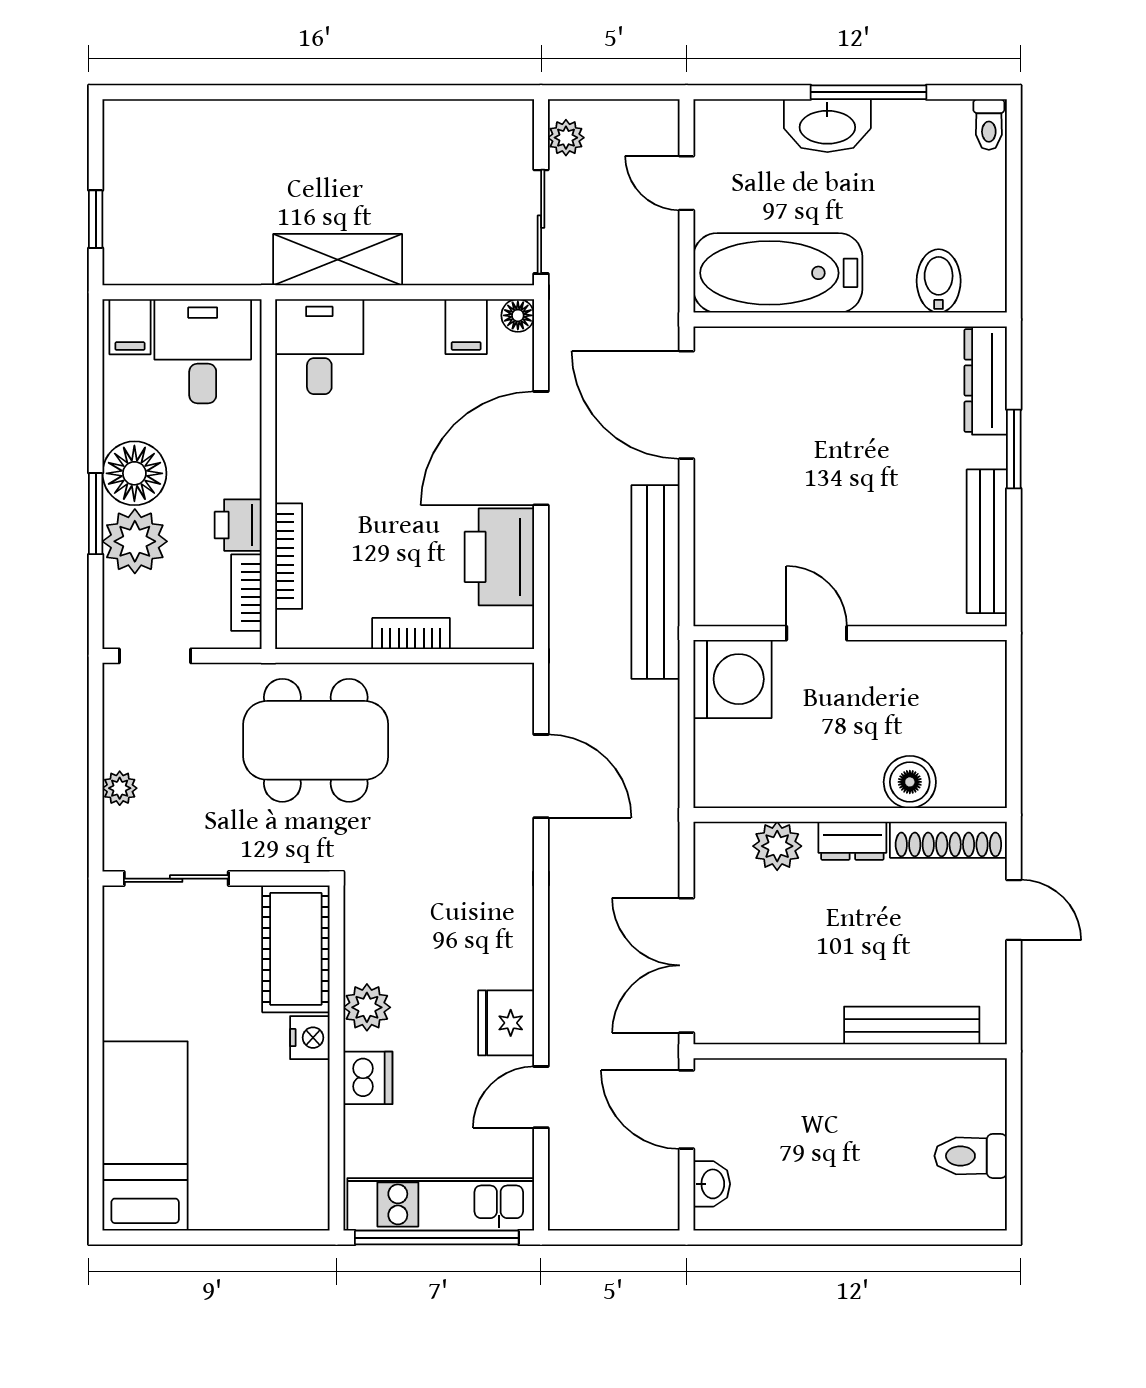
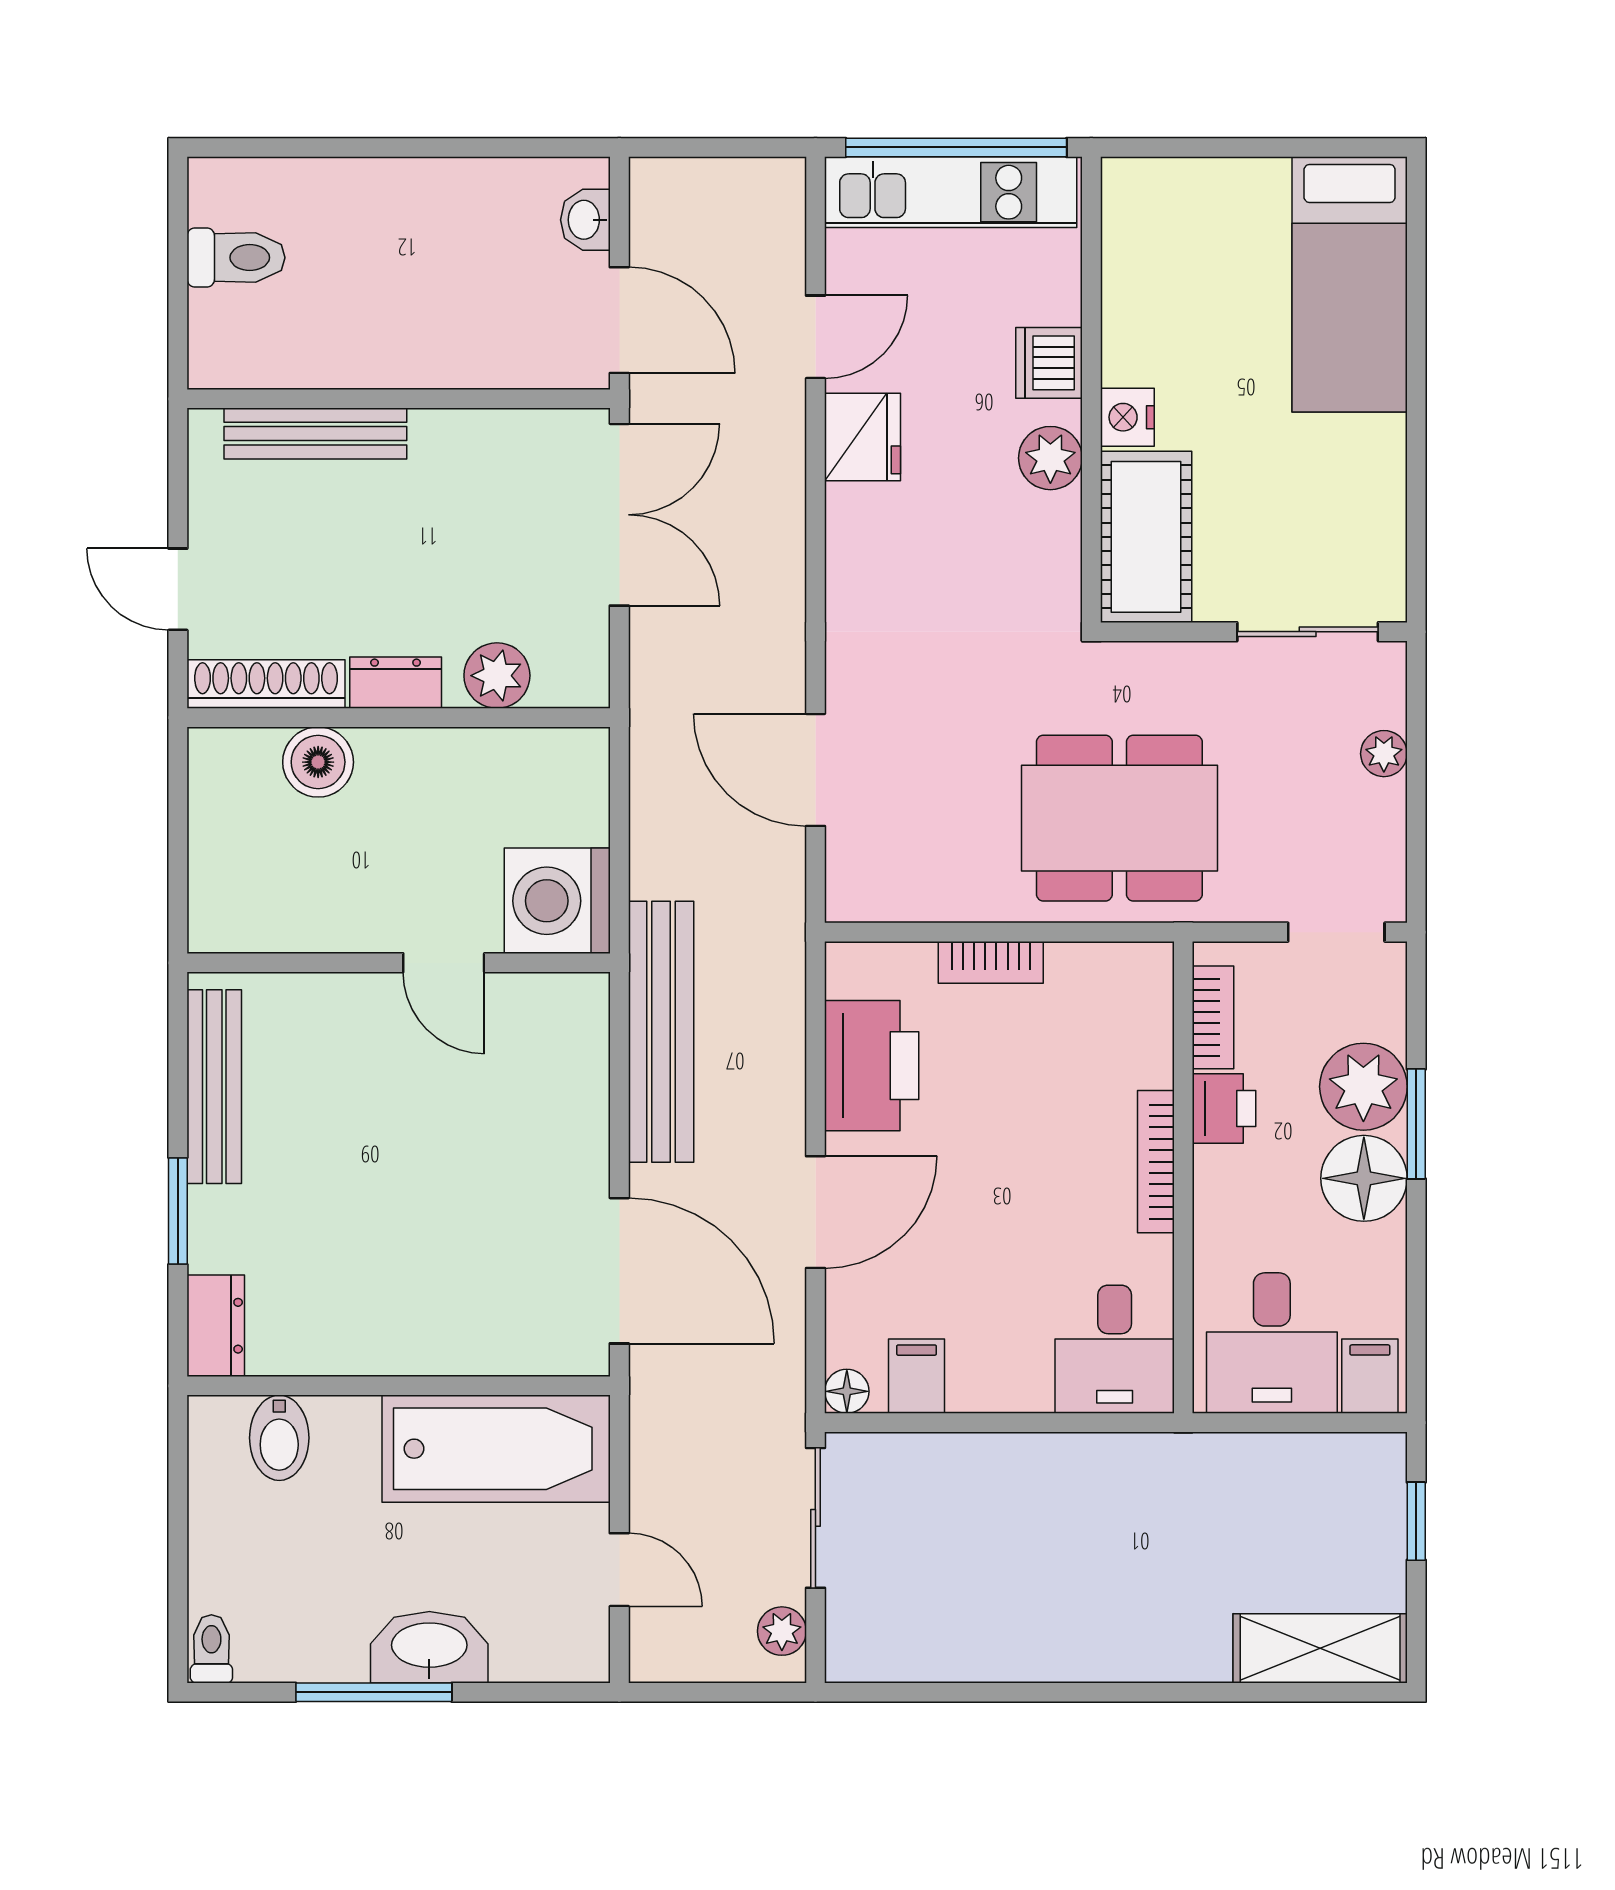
shelving: (338, 260) -> (1320, 1648), moved
dresser: (986, 381) -> (216, 1326), width x0.70
door: (541, 448) -> (815, 1212), width x0.73
bookcase: (289, 556) -> (1156, 1162), moved

